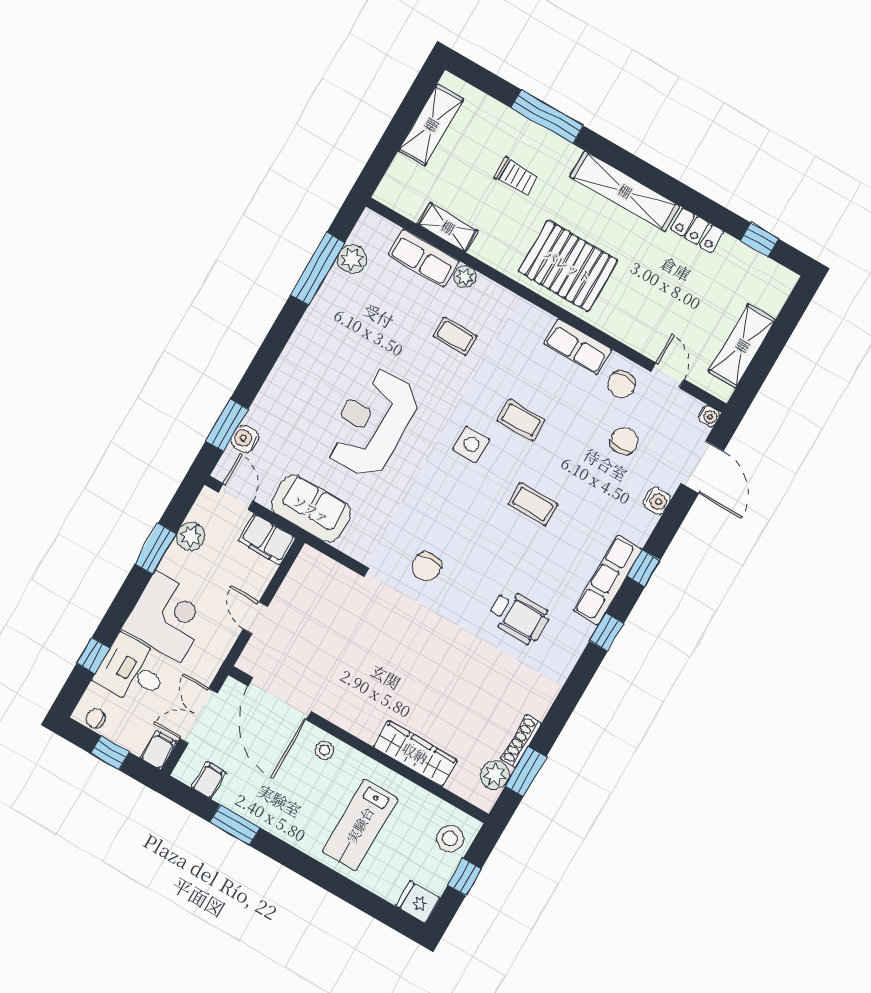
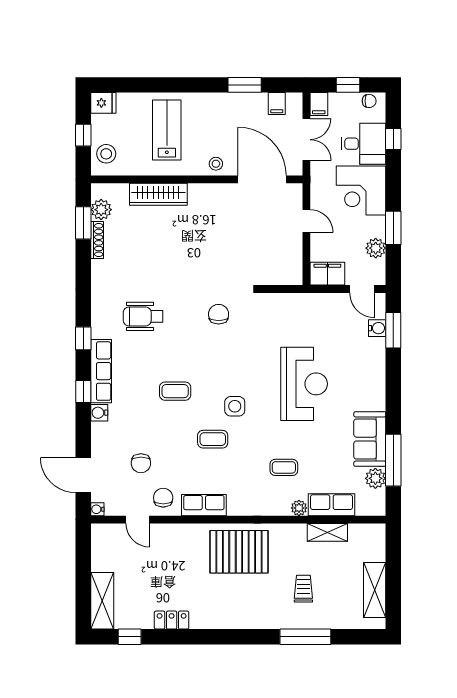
trolley: (516, 176) -> (303, 589), turned 90
shelving: (625, 191) -> (231, 618), removed
shelving: (742, 346) -> (102, 601), moved
water cooler: (657, 501) -> (99, 413), moved
sofa: (311, 509) -> (370, 439), moved, turned 90

